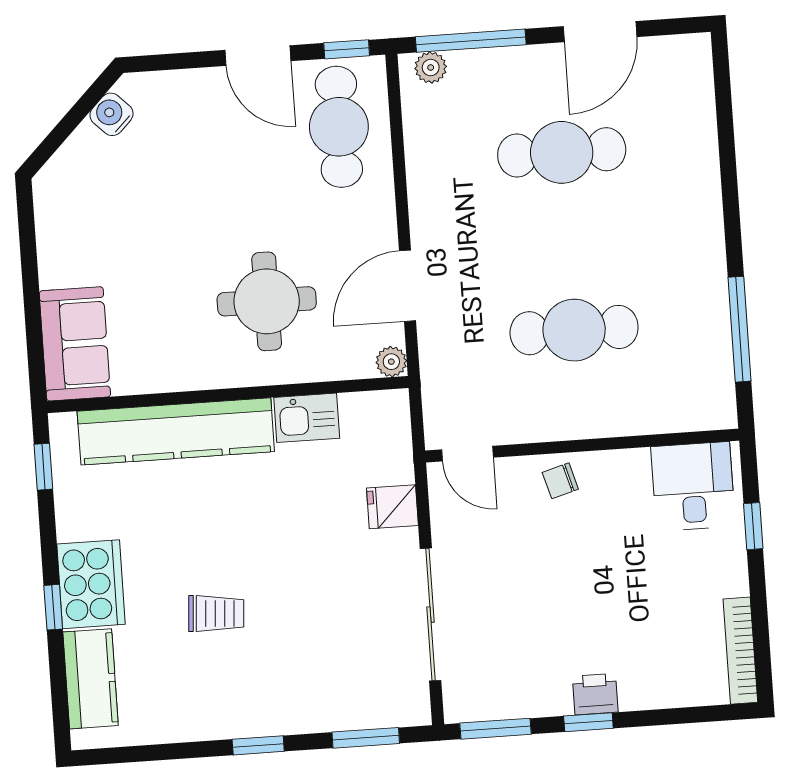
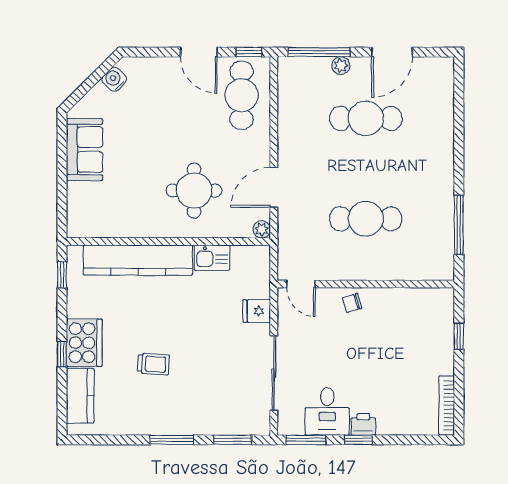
plant: (431, 67) -> (341, 66), moved
sofa: (75, 344) -> (85, 150), moved
desk: (693, 486) -> (327, 411), moved, turned 180
window: (258, 745) -> (172, 440), width x1.50

